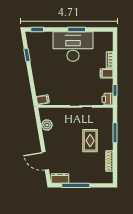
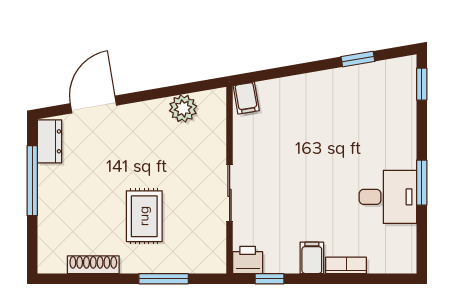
desk: (73, 46) -> (388, 197), width x0.53, depth x0.77
rug: (90, 141) -> (144, 216), turned 90

